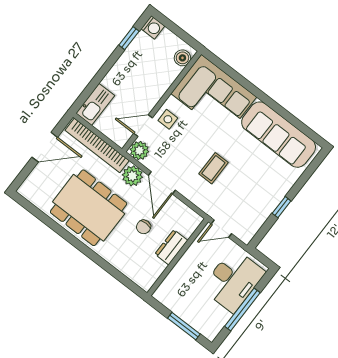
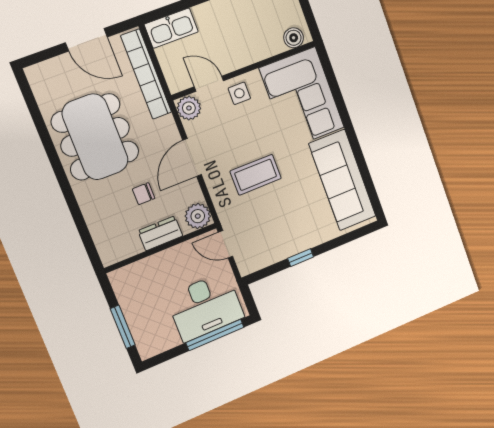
coffee table: (213, 168) -> (256, 175), width x1.36, depth x1.30
plant: (132, 176) -> (198, 216), moved
window: (242, 309) -> (215, 335), moved

